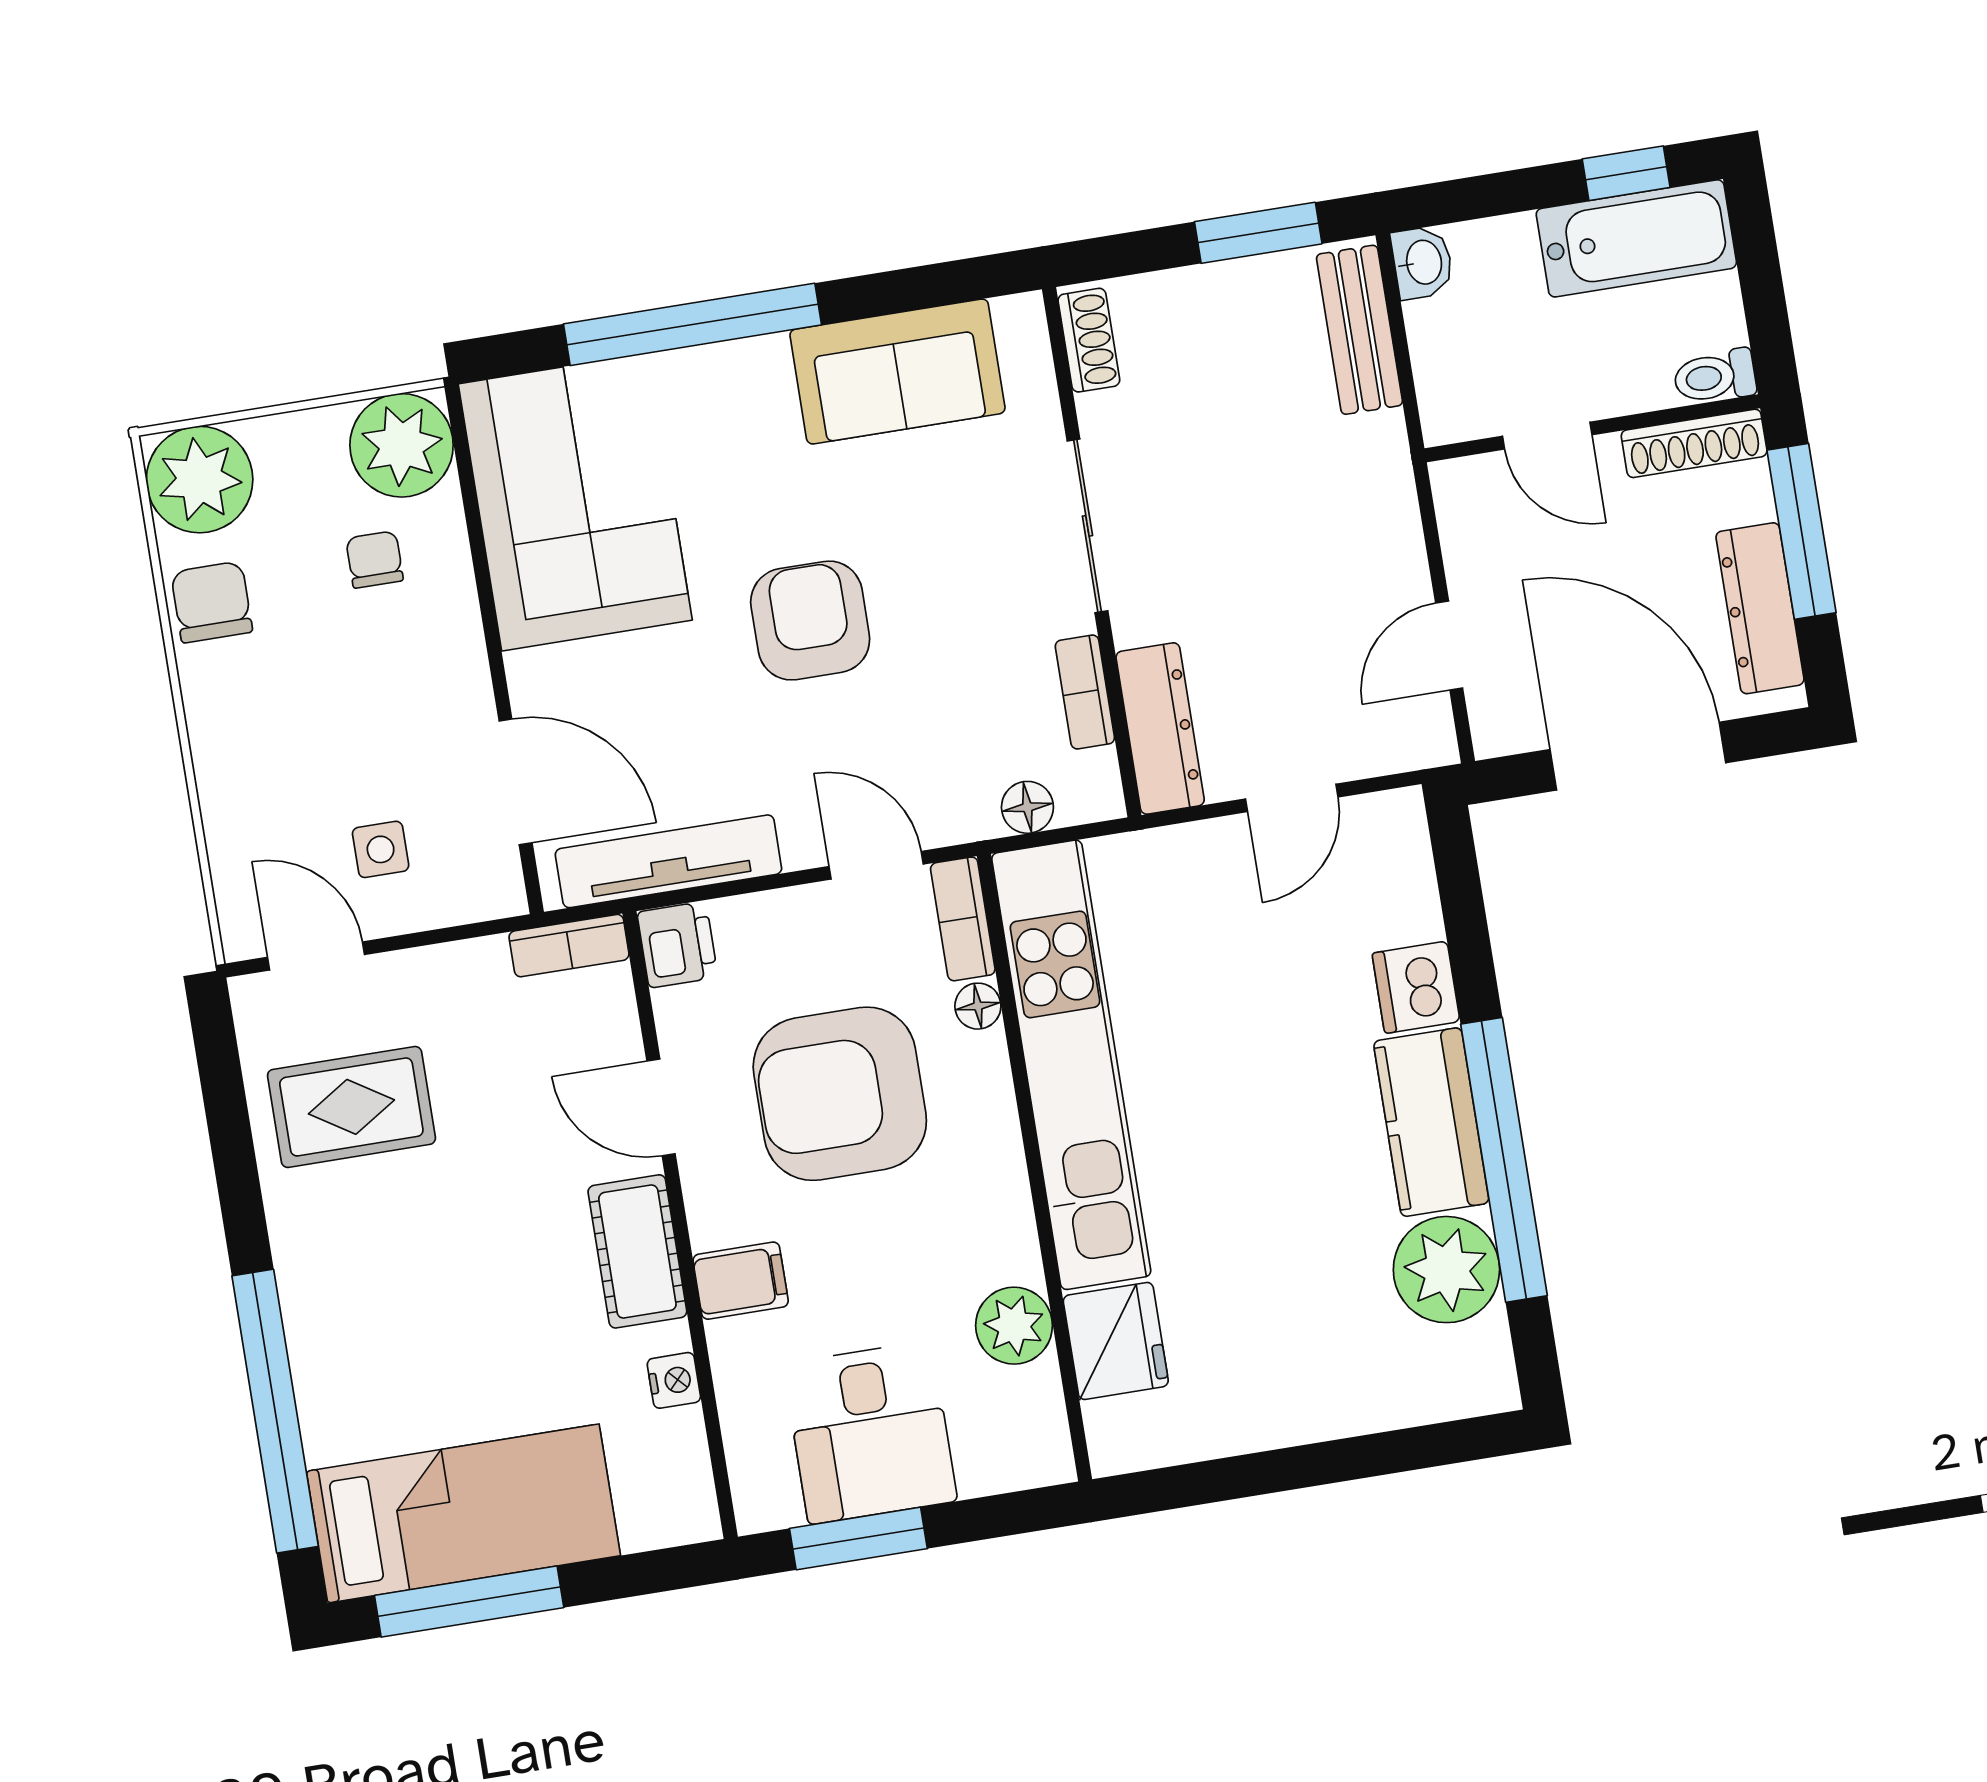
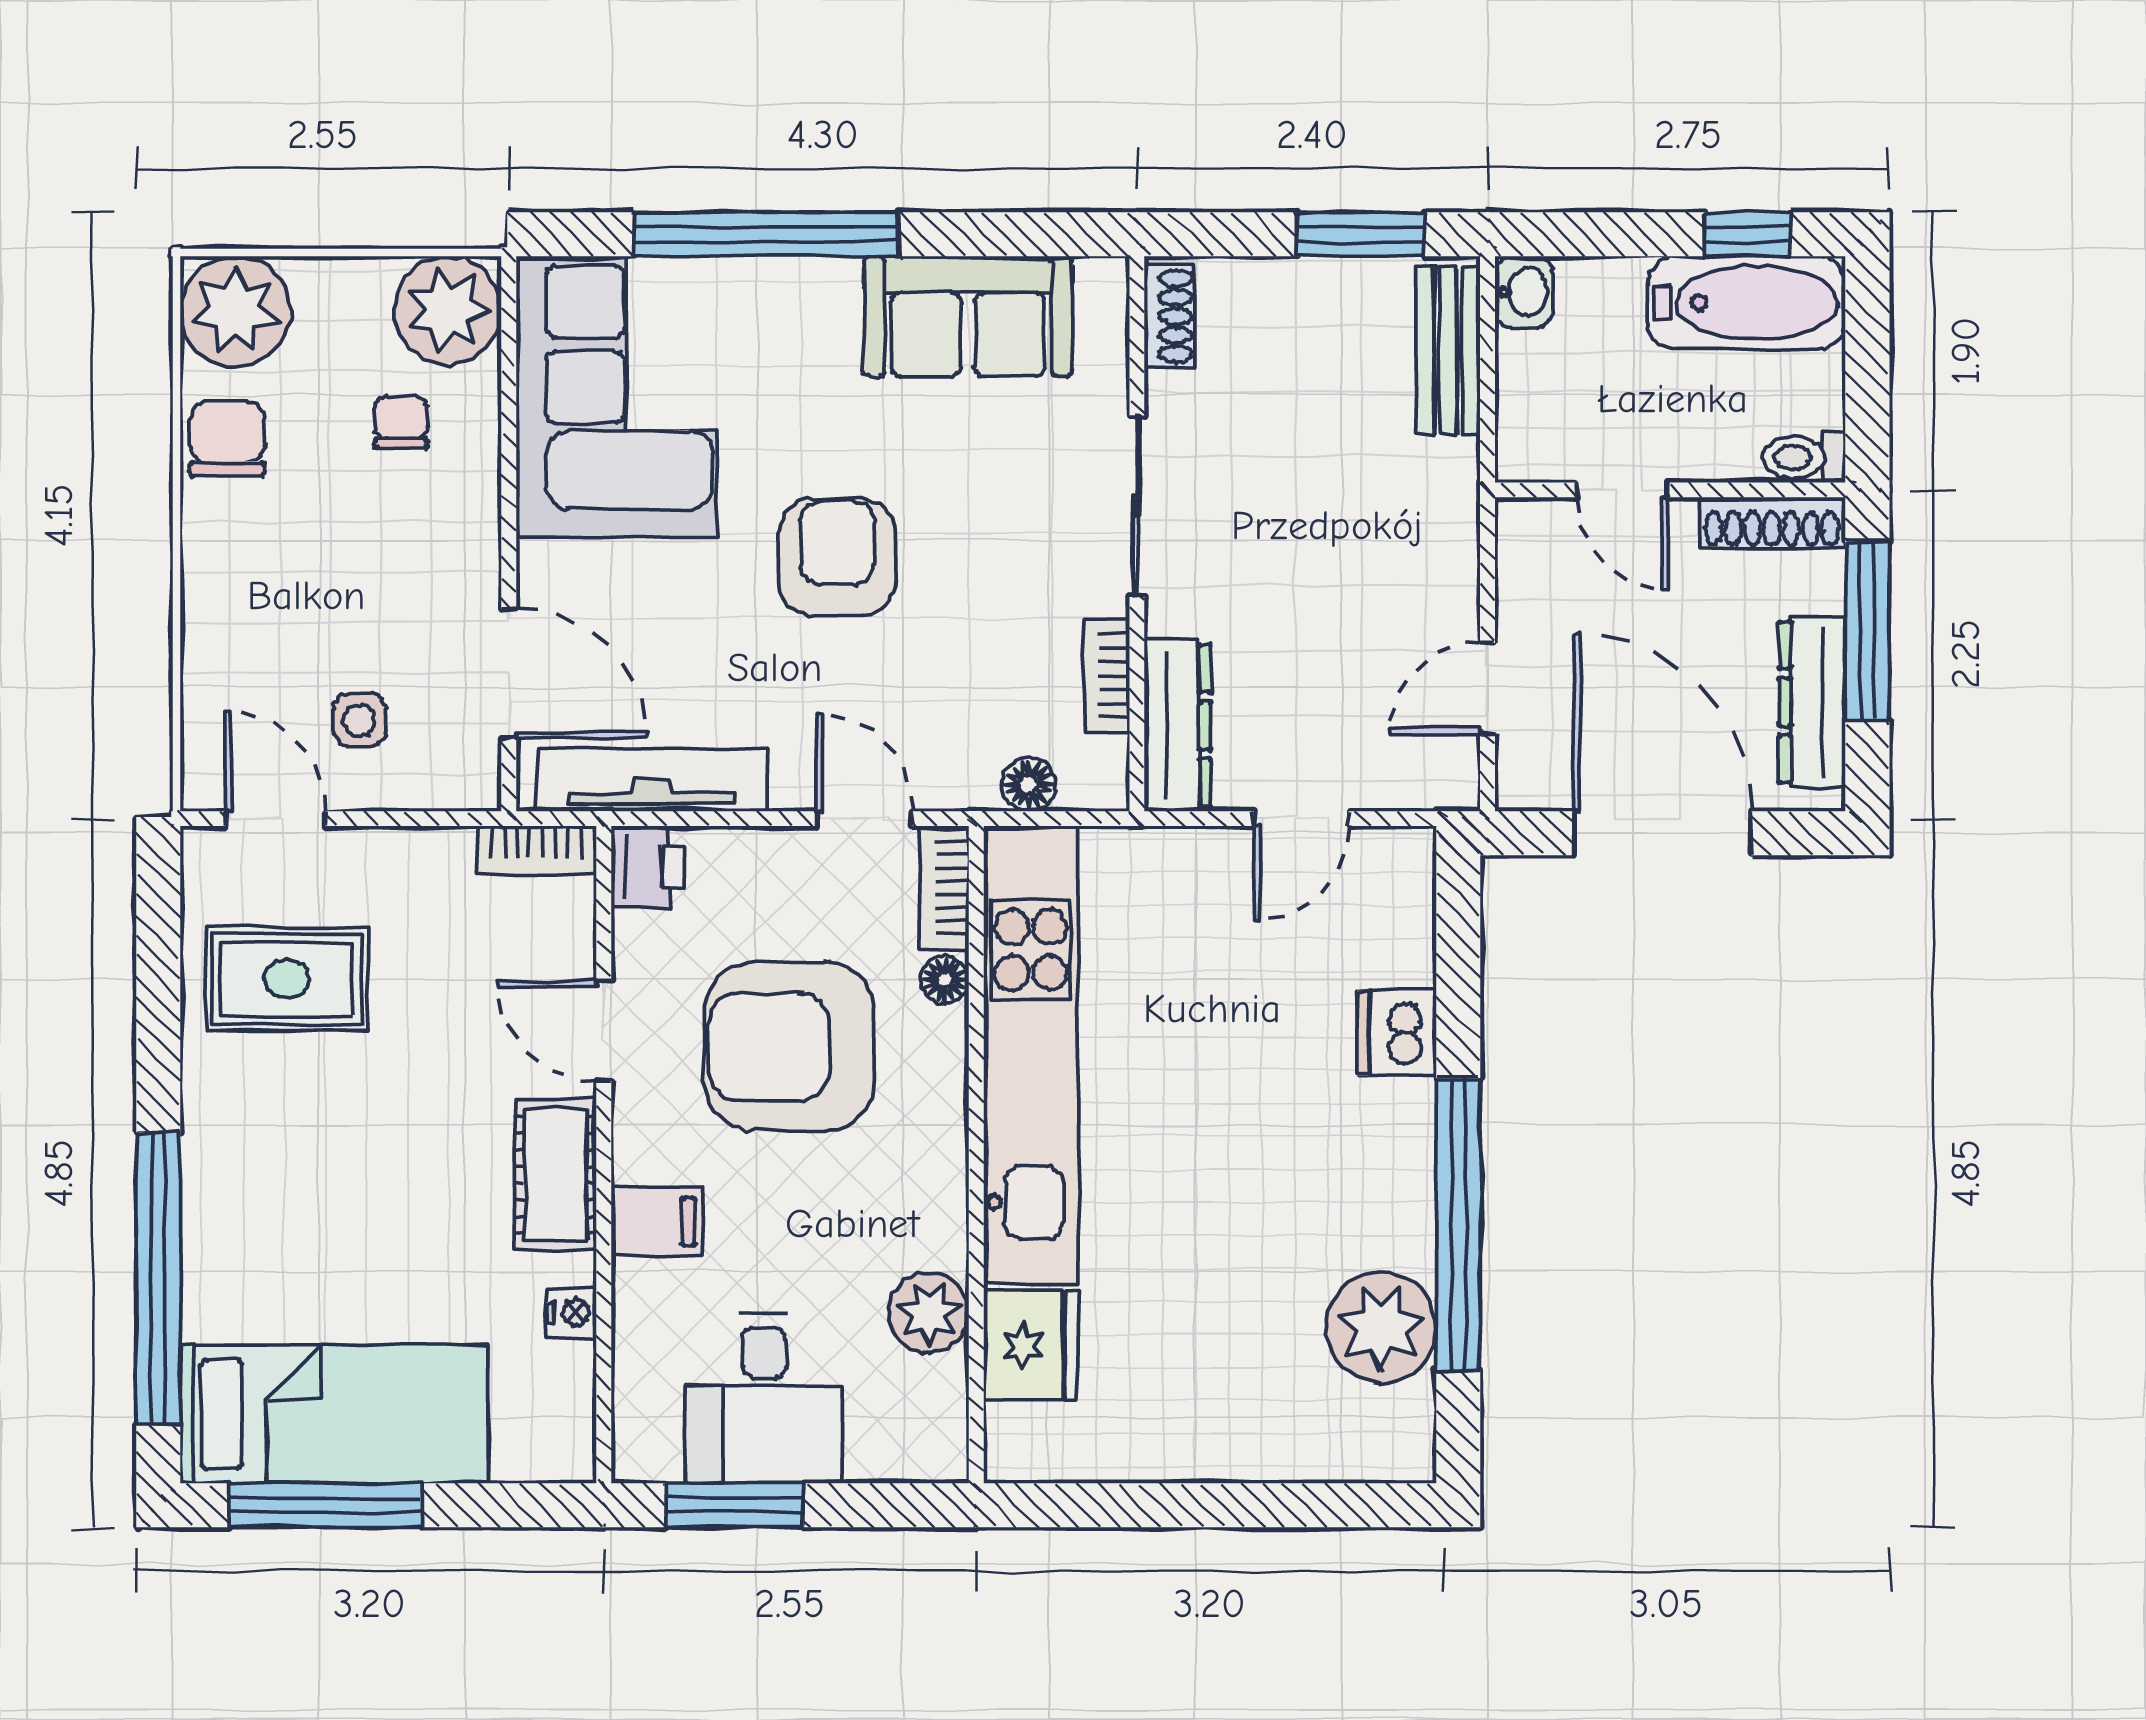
kitchen counter: (1431, 1122) -> (1390, 1174), removed

